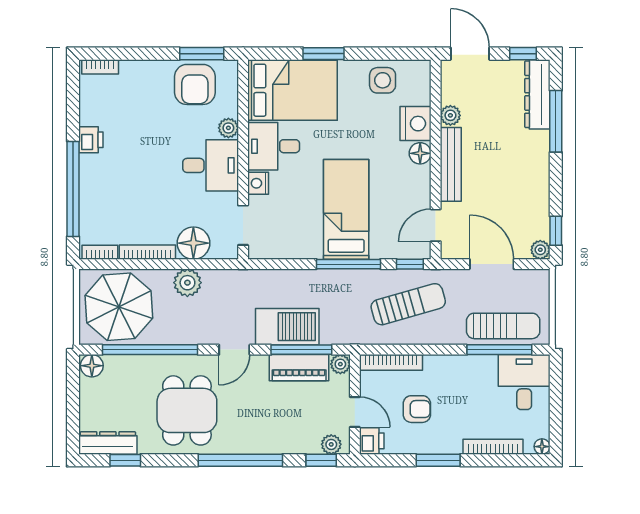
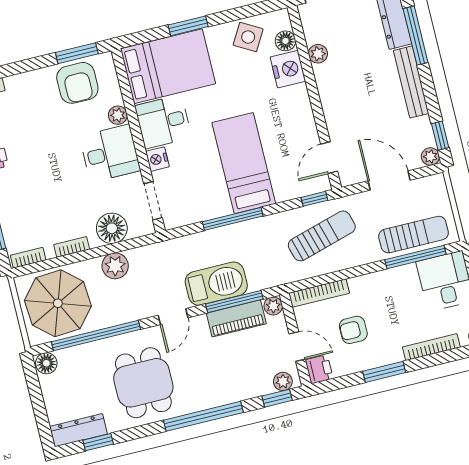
side table: (383, 80) -> (248, 37), turned 30
floor lamp: (420, 153) -> (285, 41), moved
bench: (451, 164) -> (411, 82), moved
bookcase: (147, 252) -> (72, 247), width x0.64
window: (348, 264) -> (233, 219), moved
armchair: (417, 409) -> (353, 330), turned 180

